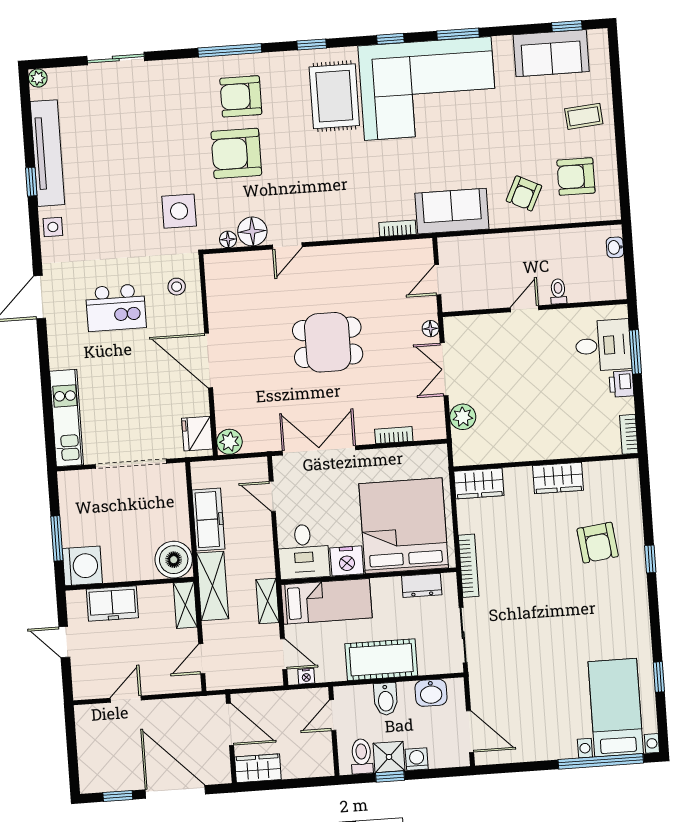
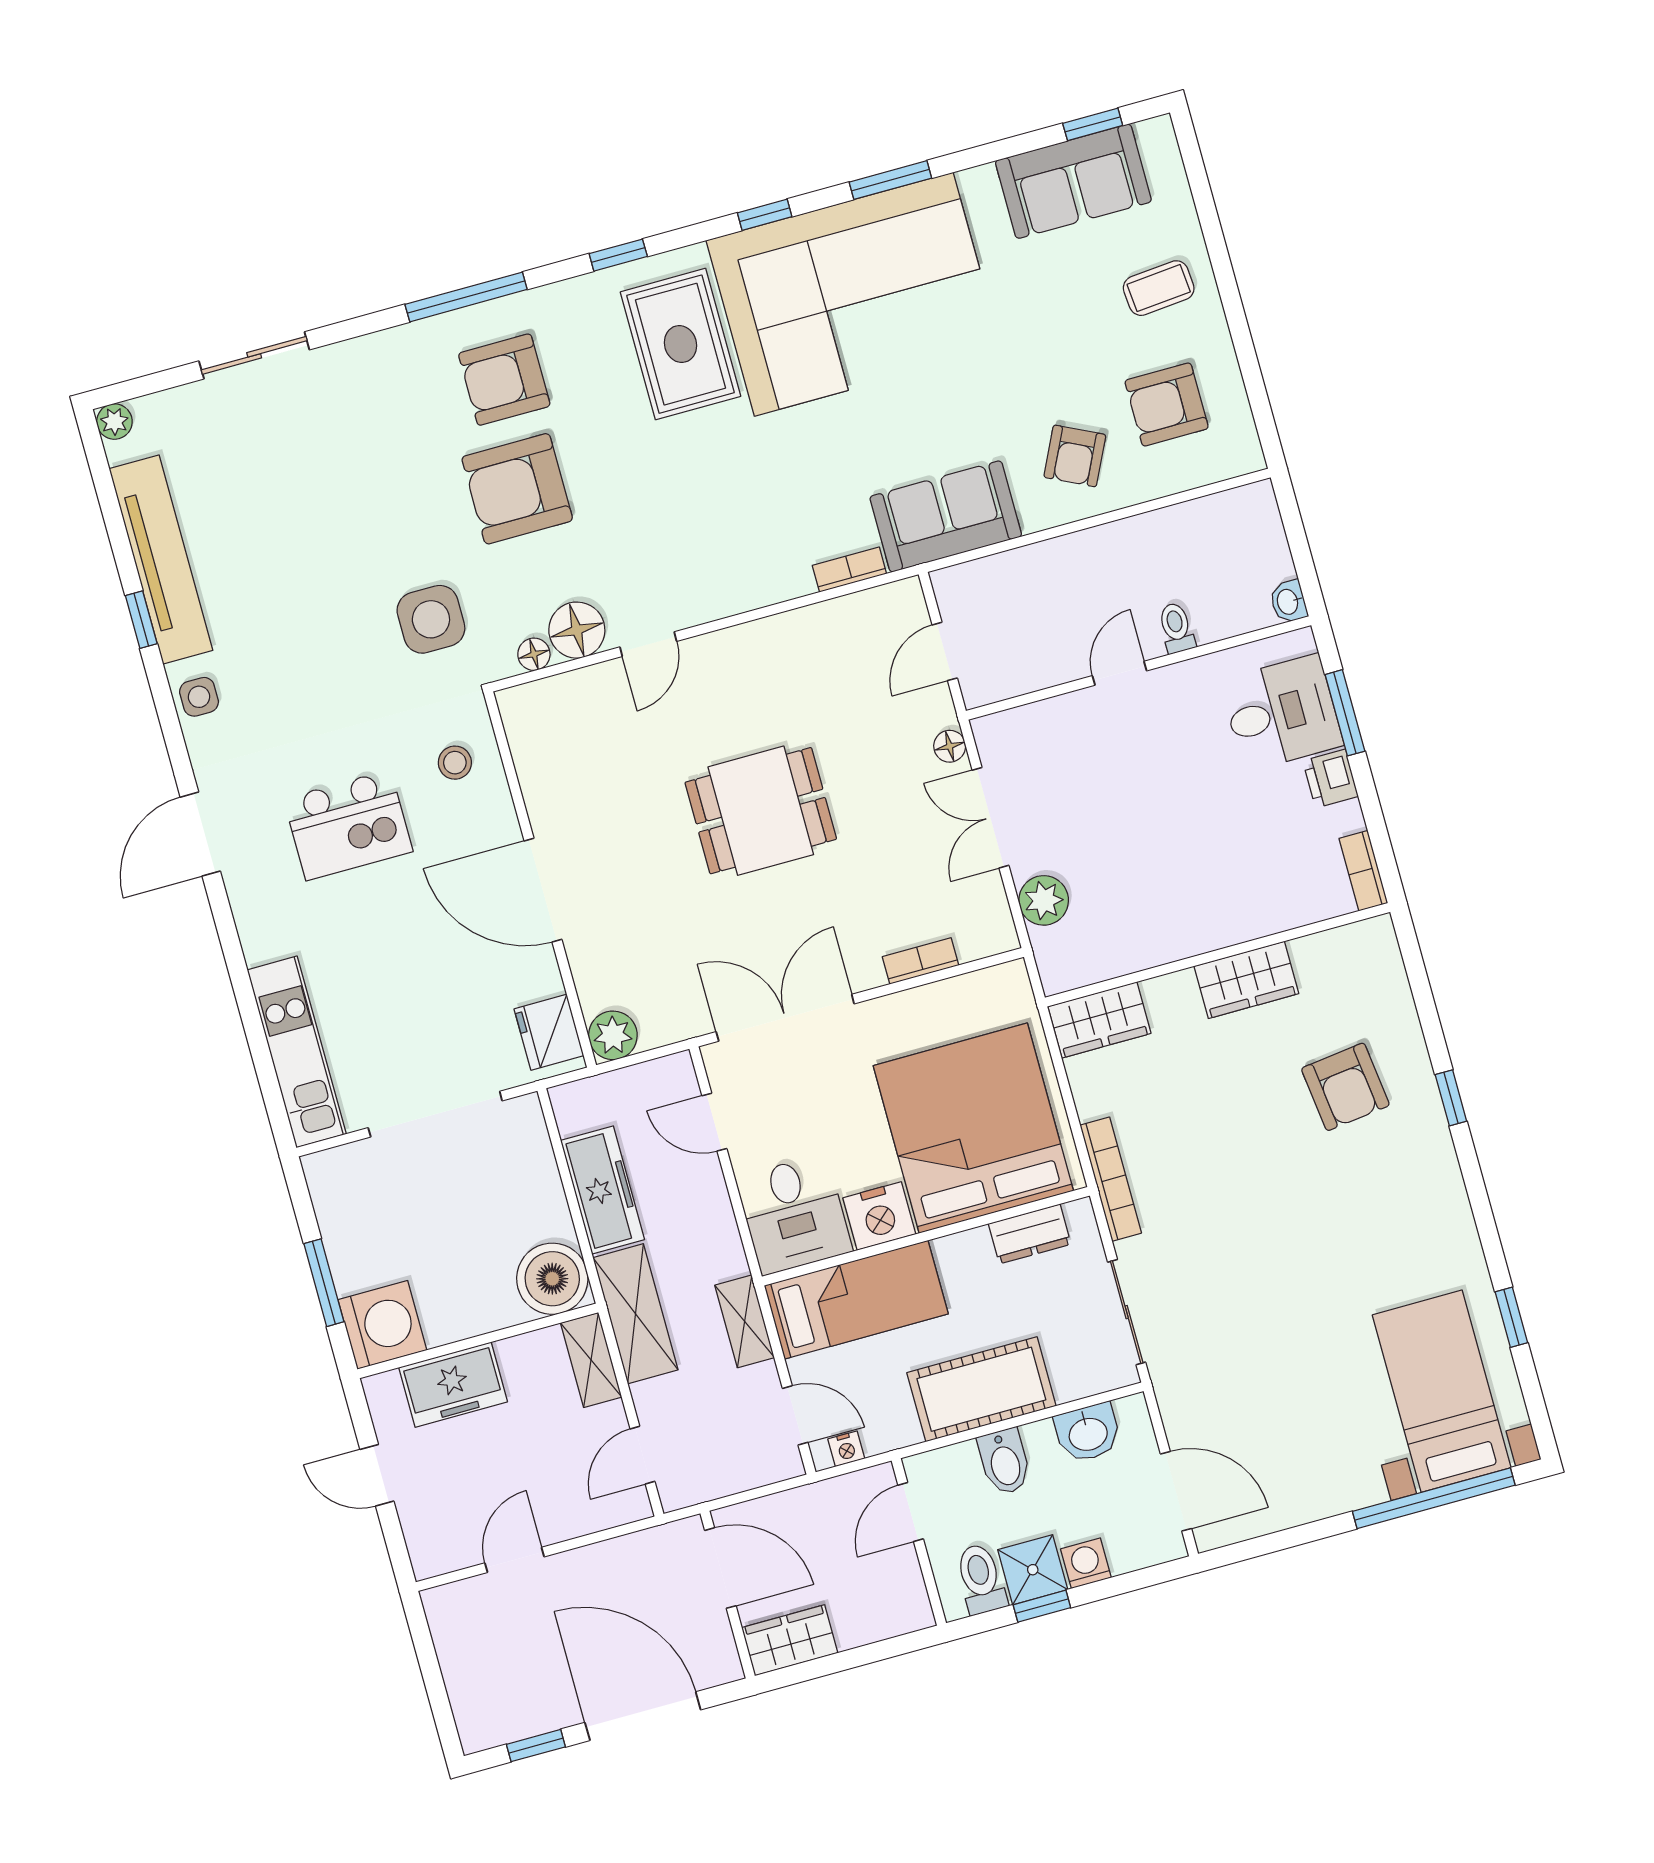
washbasin: (615, 247) -> (1288, 602), moved

